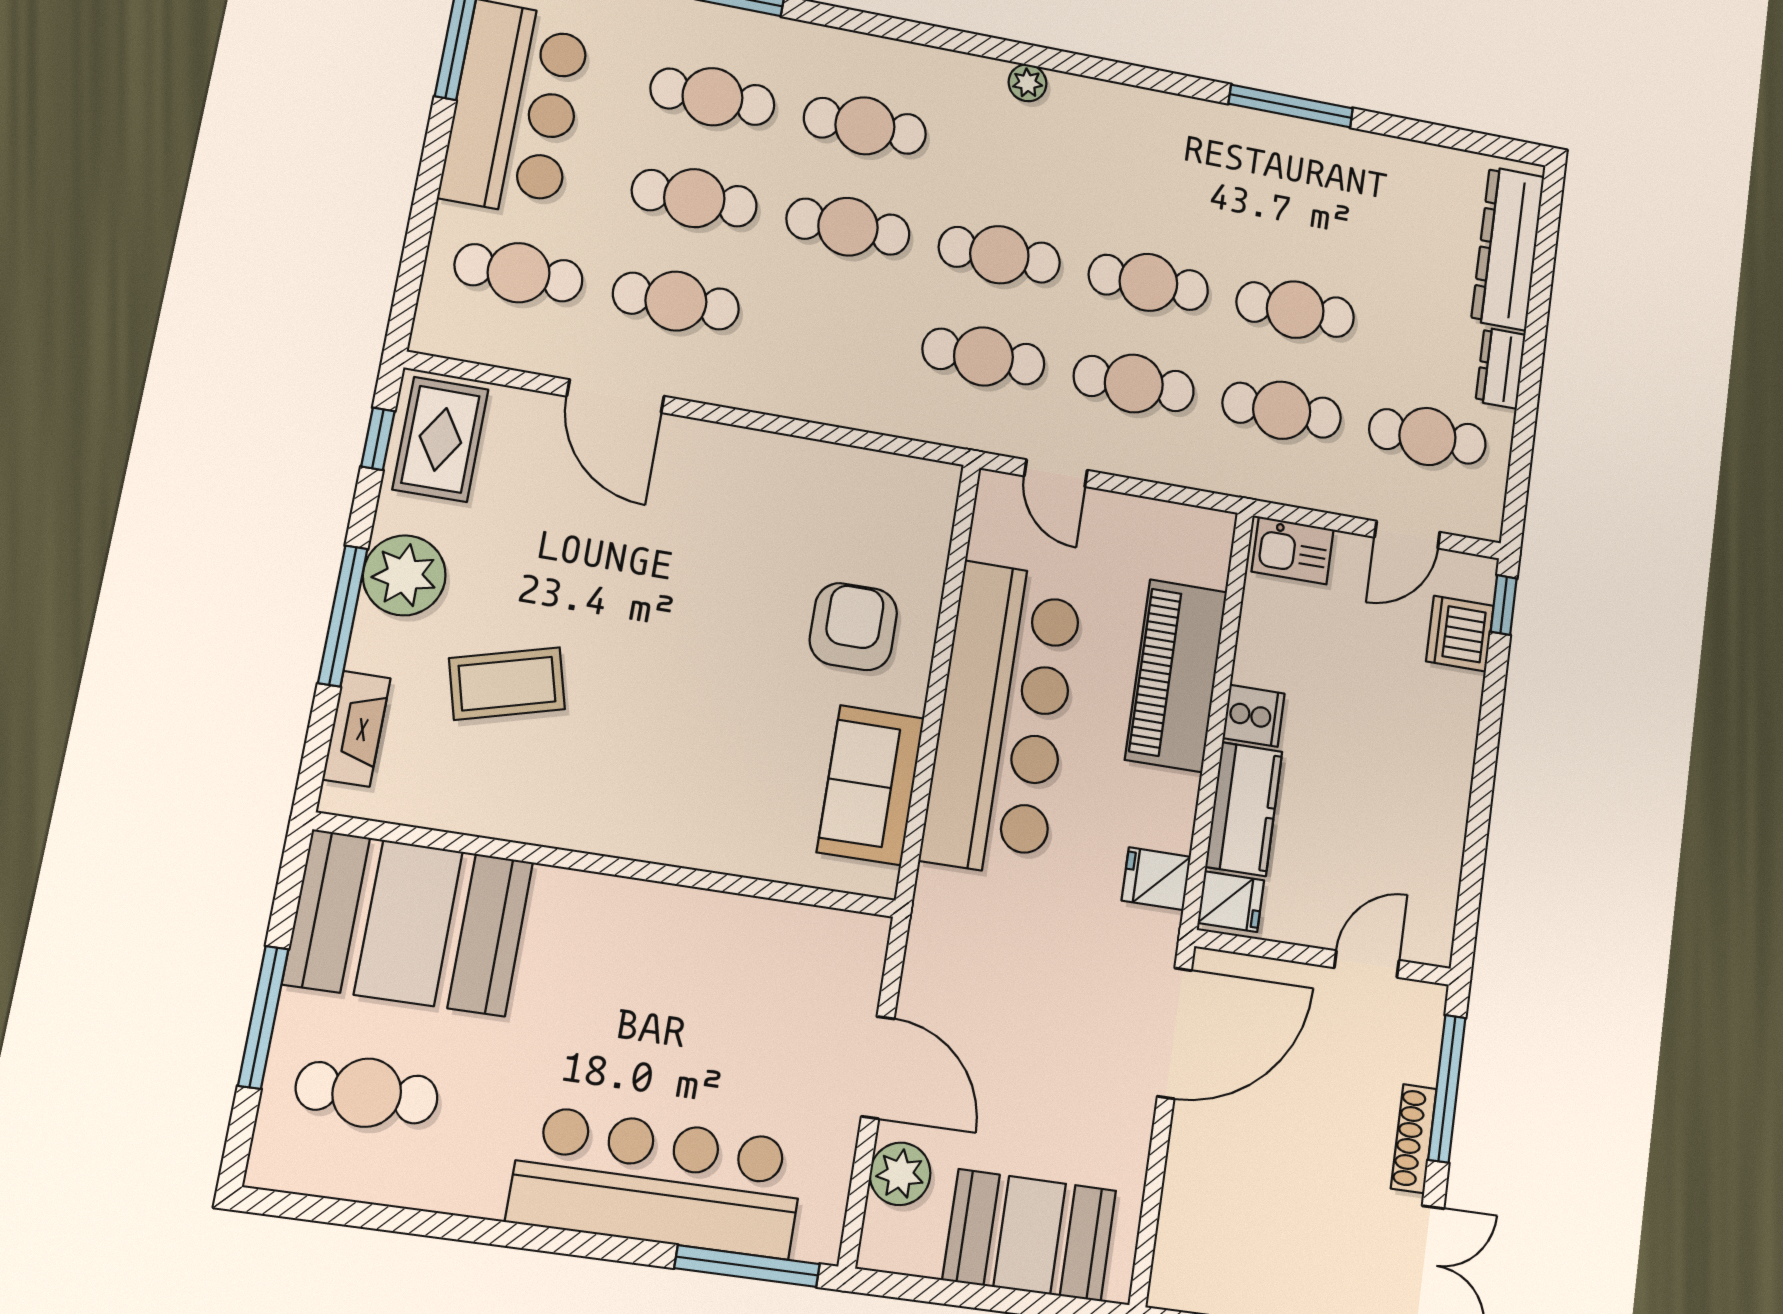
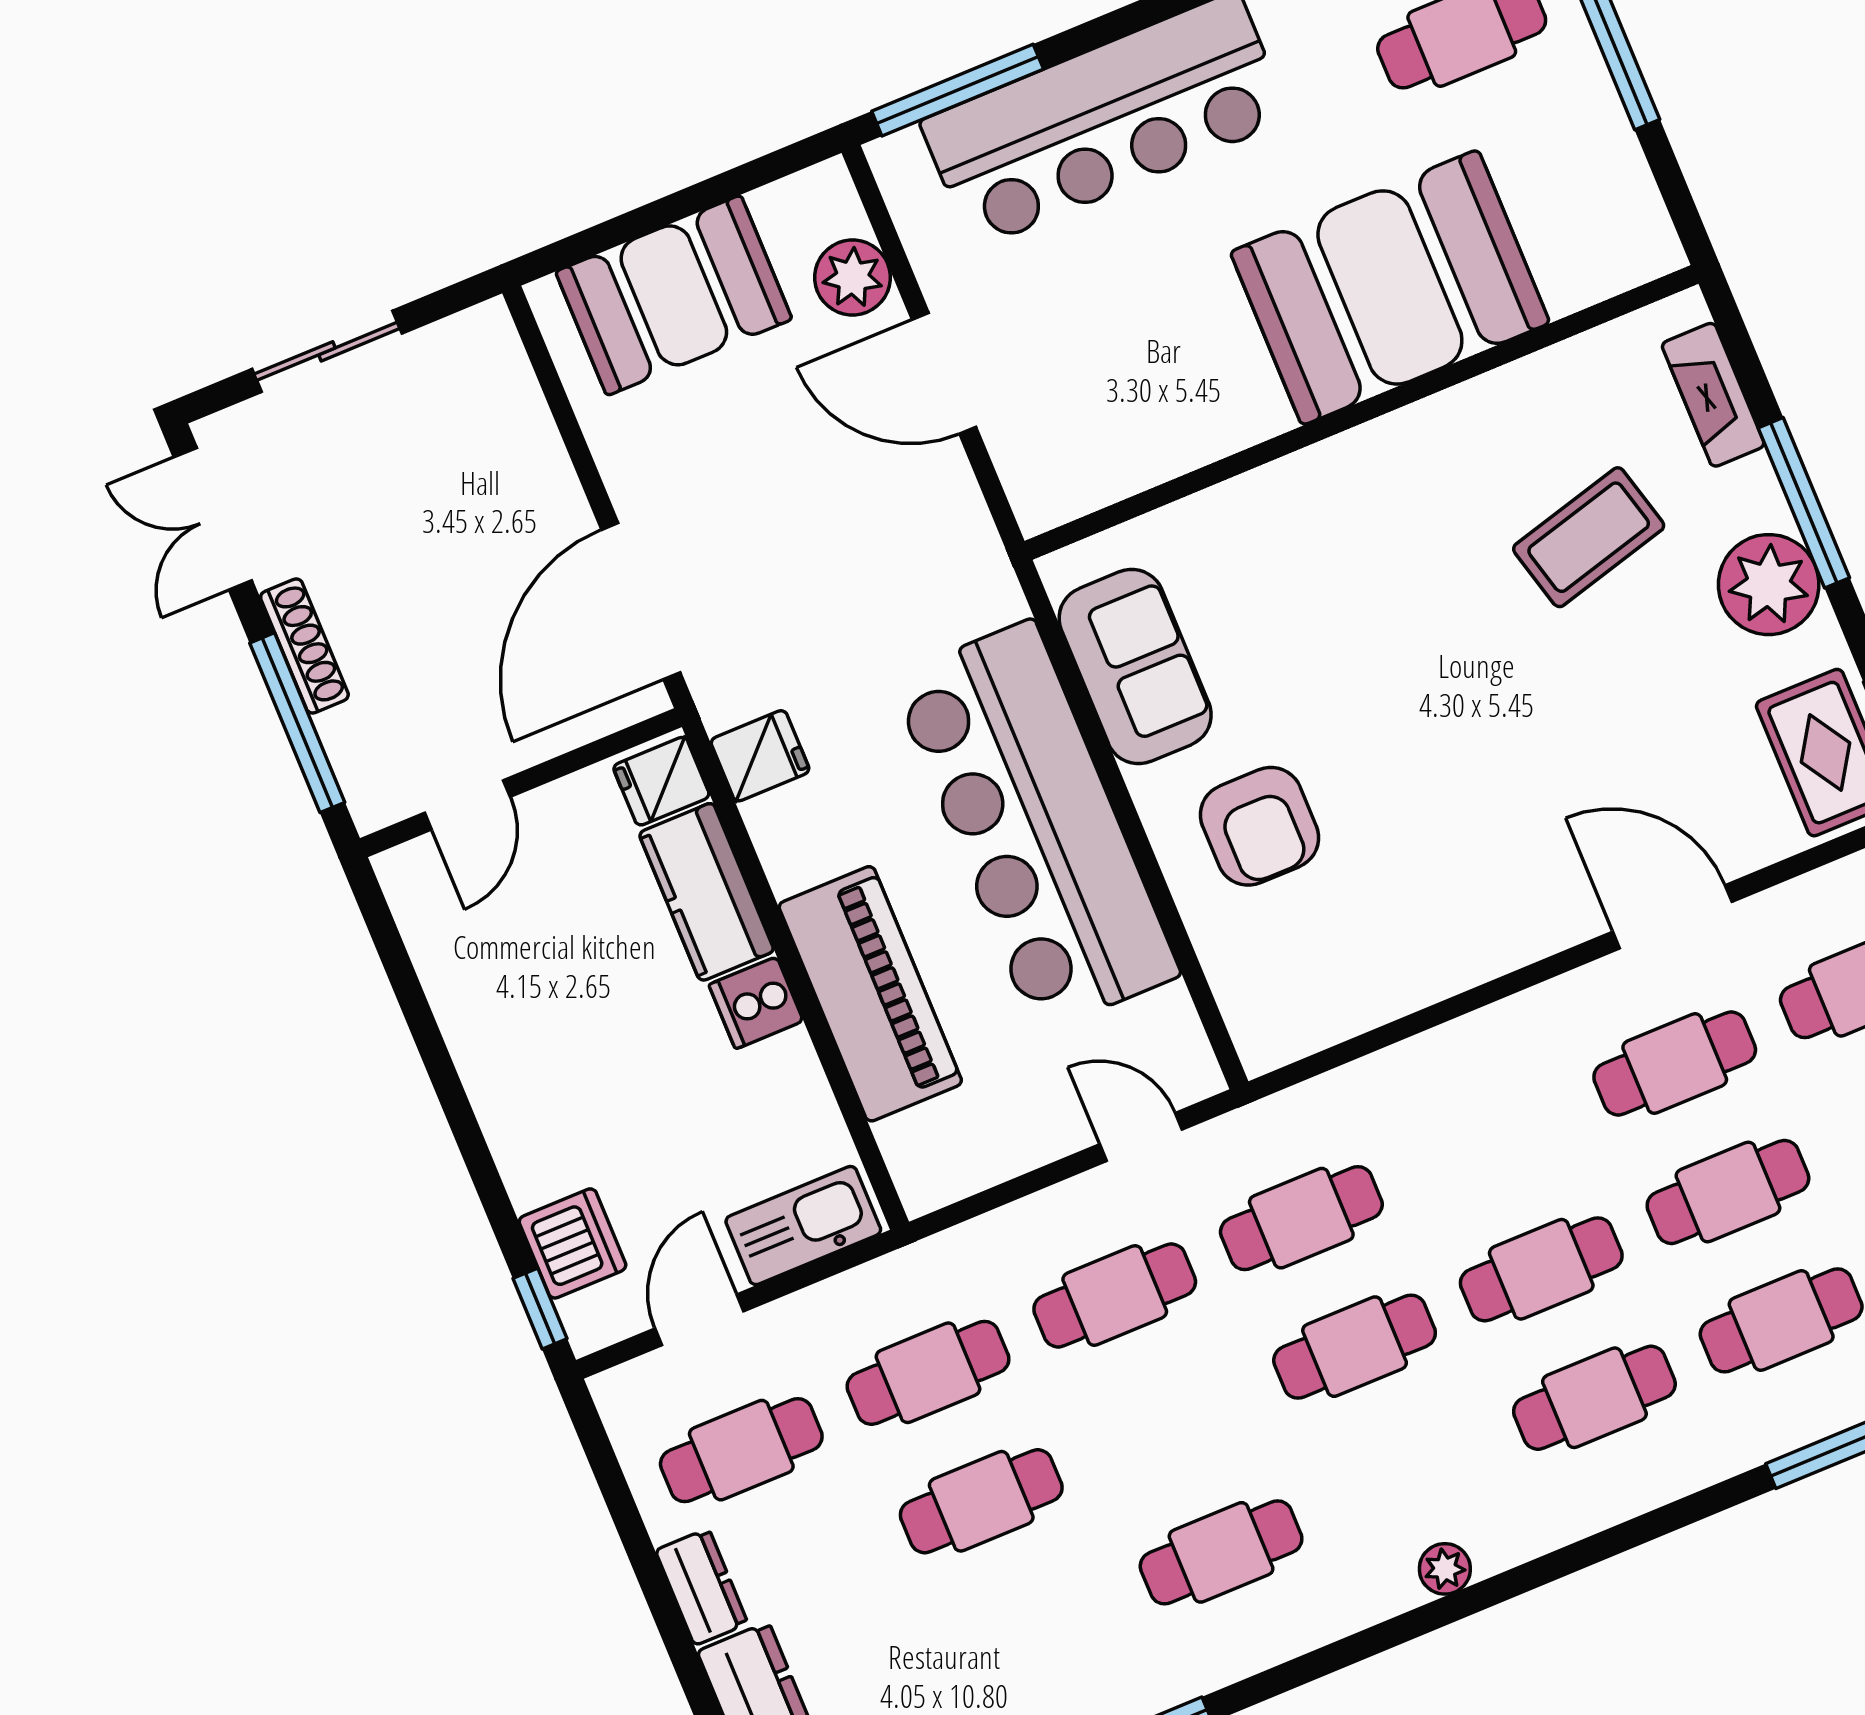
cafe table: (1148, 282) -> (1221, 1552), moved
kitchen sink: (1293, 550) -> (803, 1226), width x1.38
booth: (409, 923) -> (1390, 287), moved

